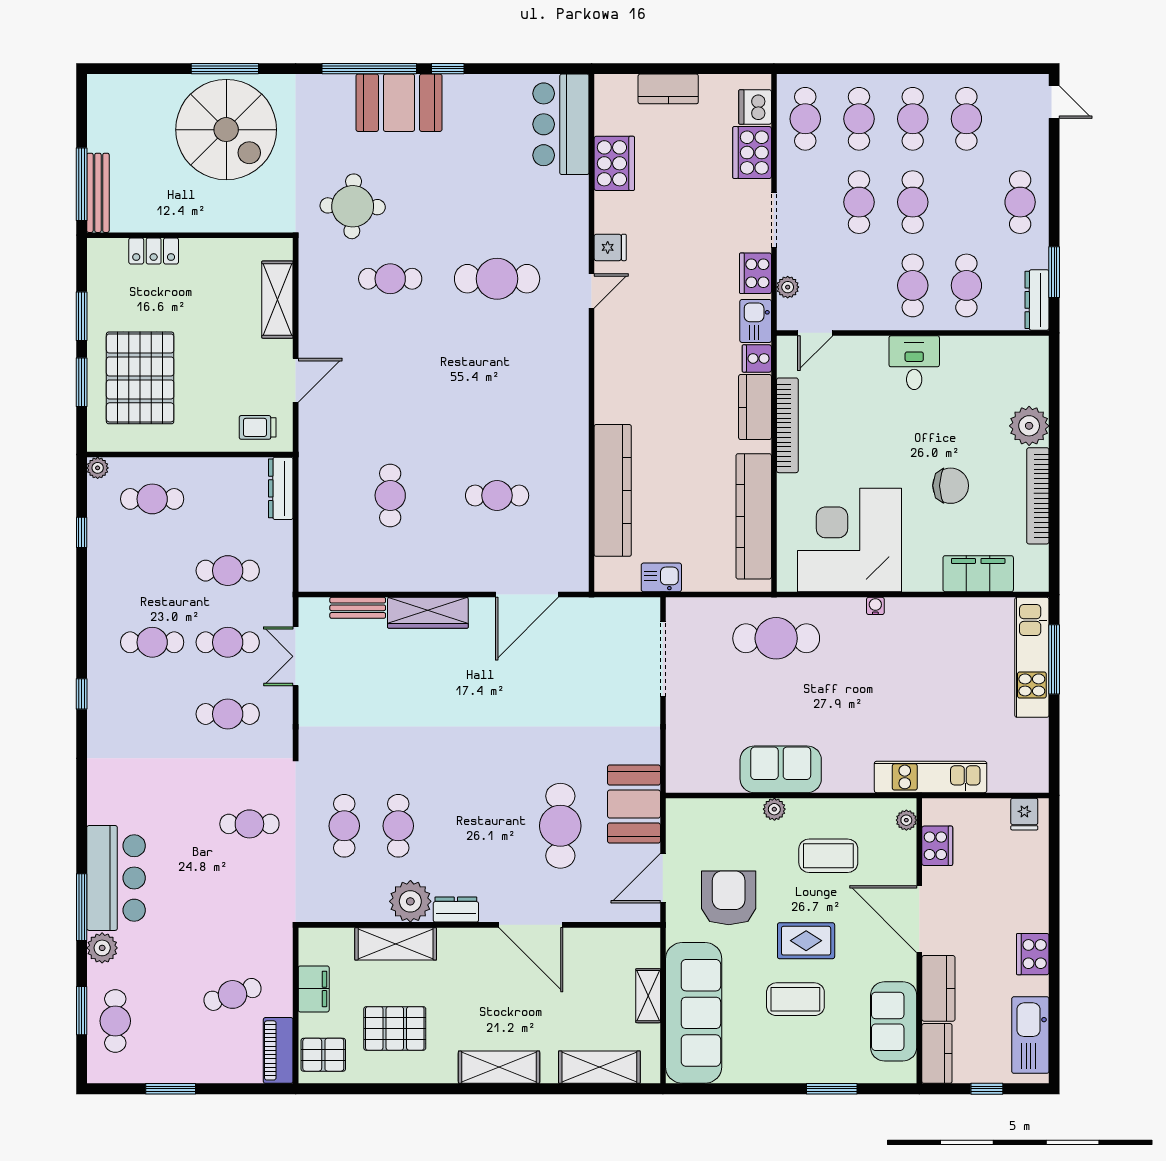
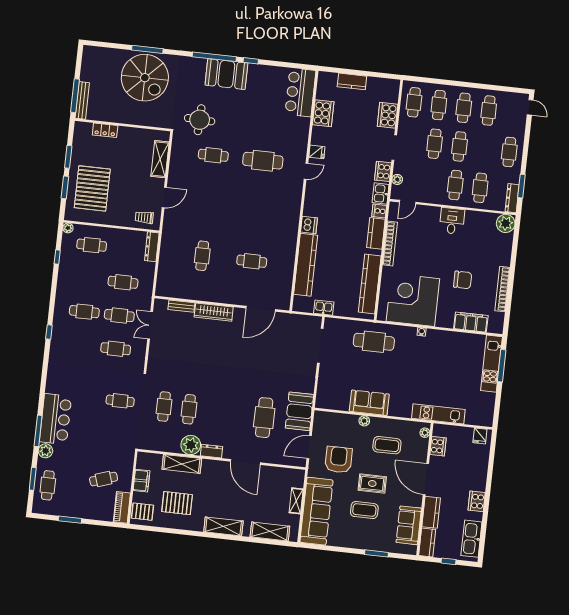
dishwasher: (755, 107) -> (309, 225), moved, turned 180
plant: (1029, 426) -> (506, 223), moved

